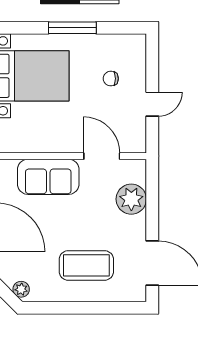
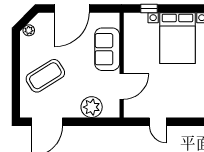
chair: (111, 79) -> (176, 93), removed
coffee table: (86, 265) -> (45, 76), turned 58

